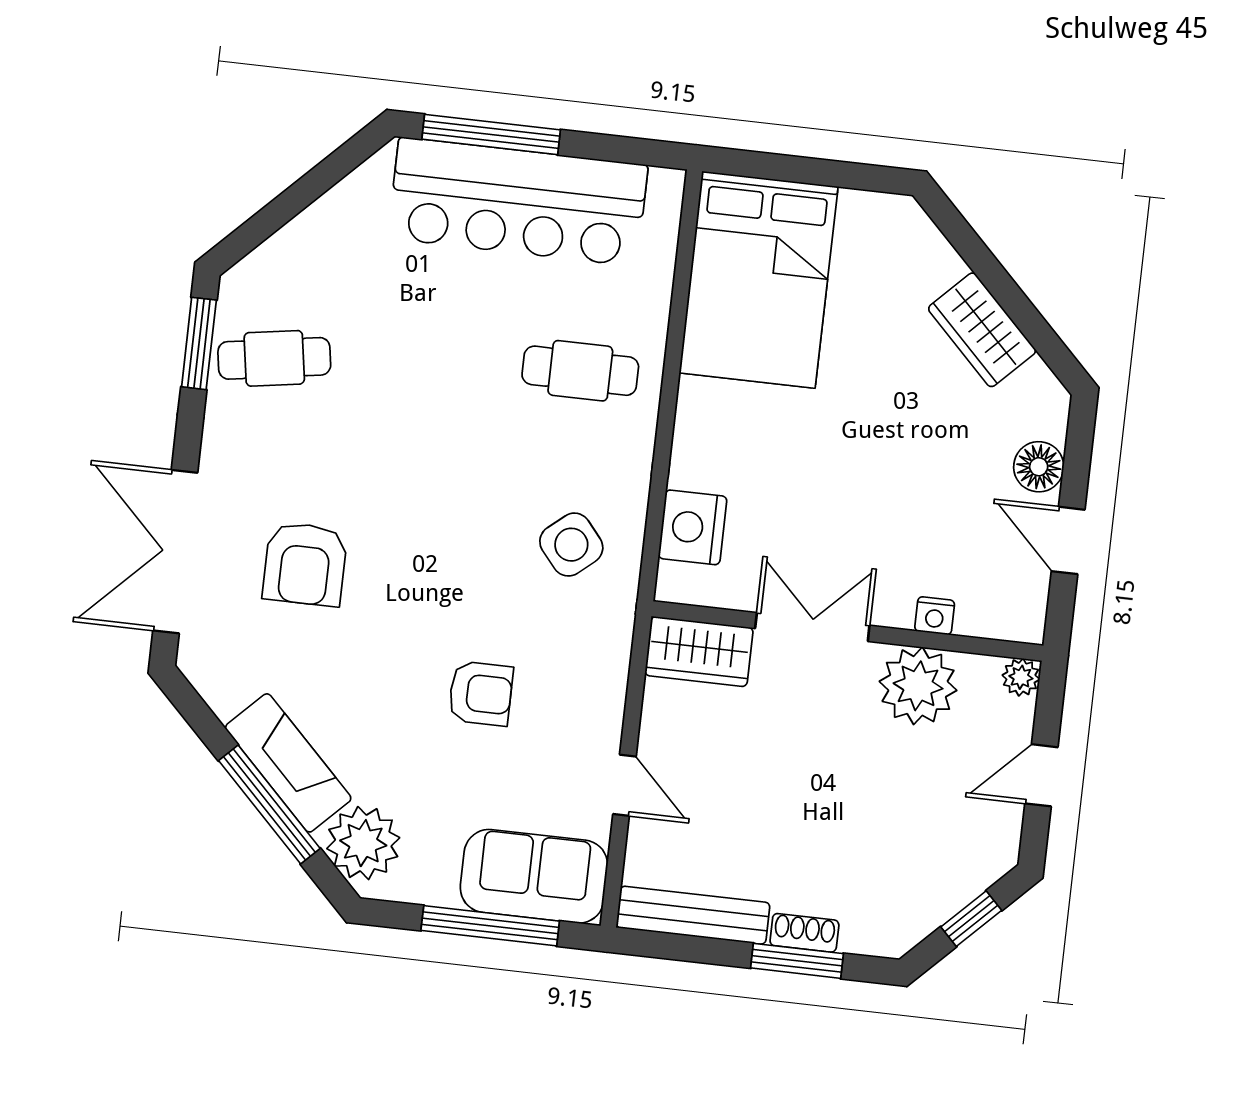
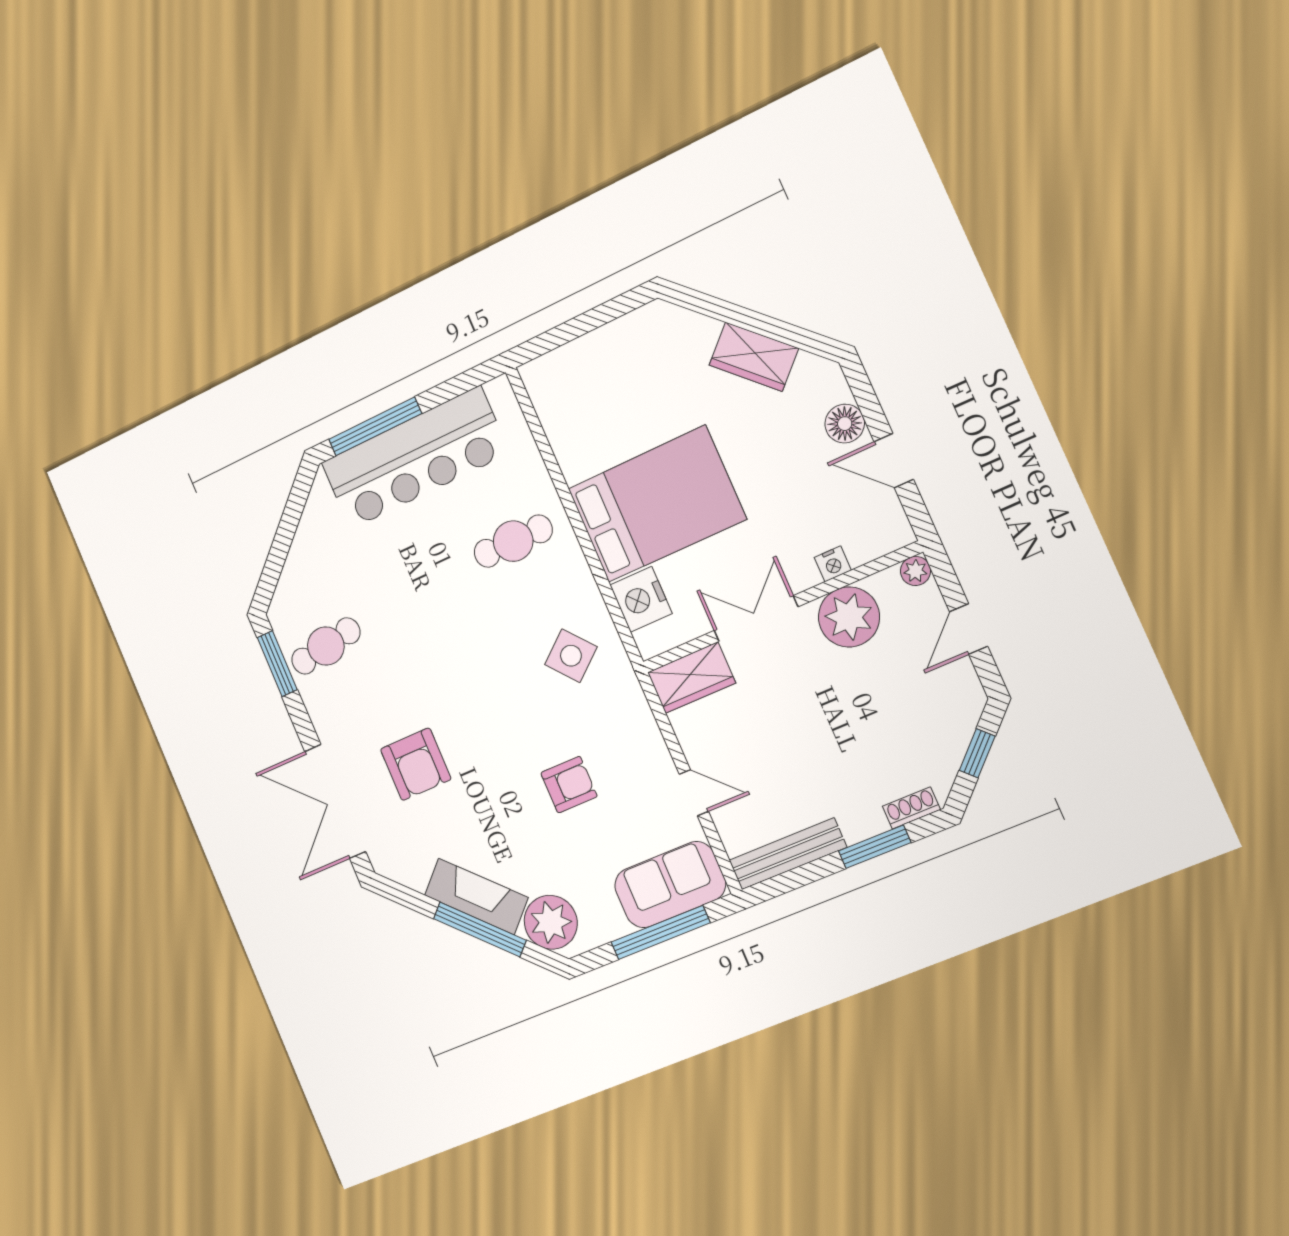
bed: (759, 280) -> (657, 504), moved, turned -90
shoe rack: (804, 933) -> (911, 808), moved

